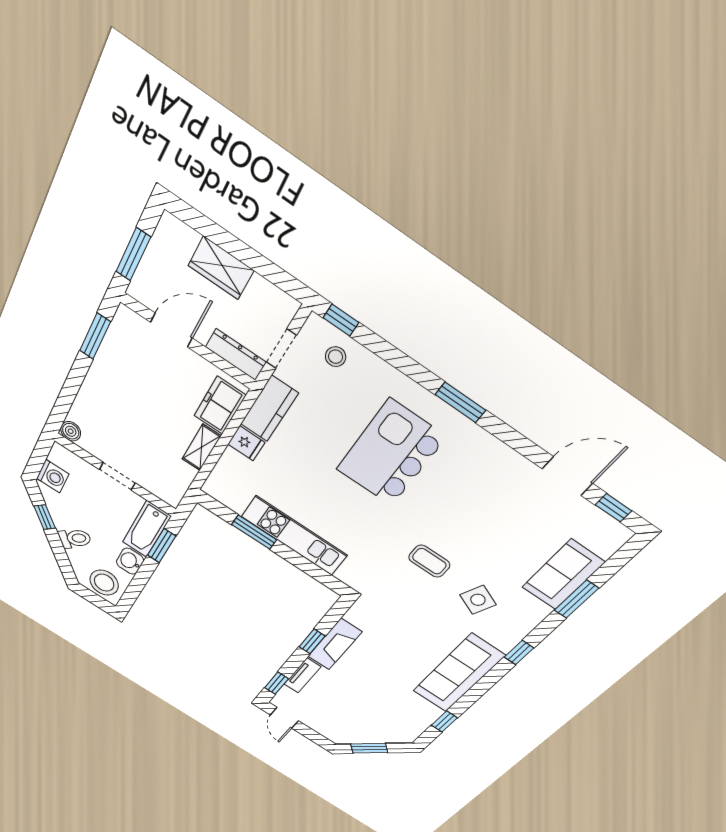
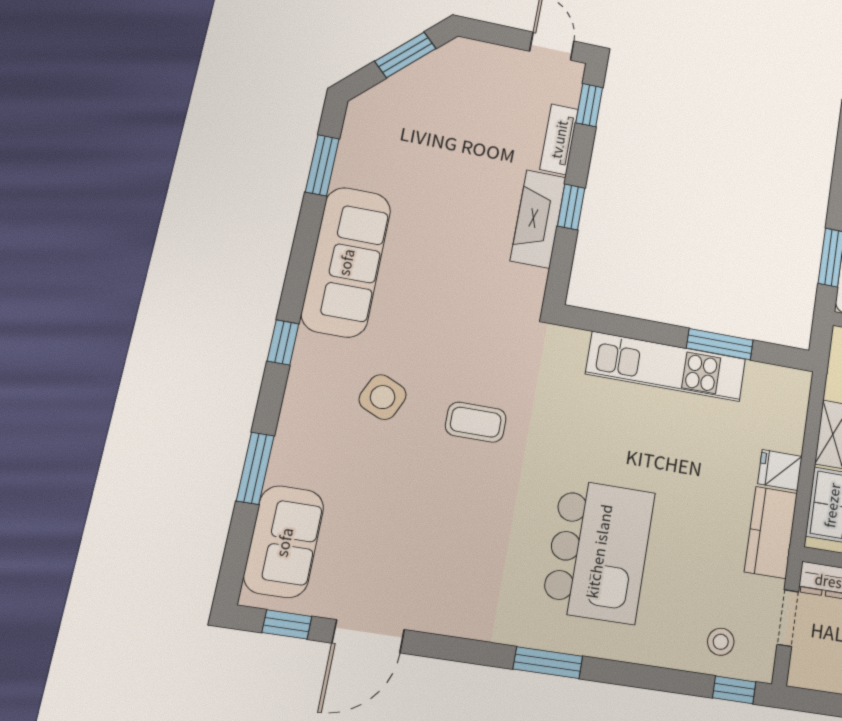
sofa: (563, 575) -> (284, 542), moved
window: (444, 722) -> (322, 165), width x1.50

